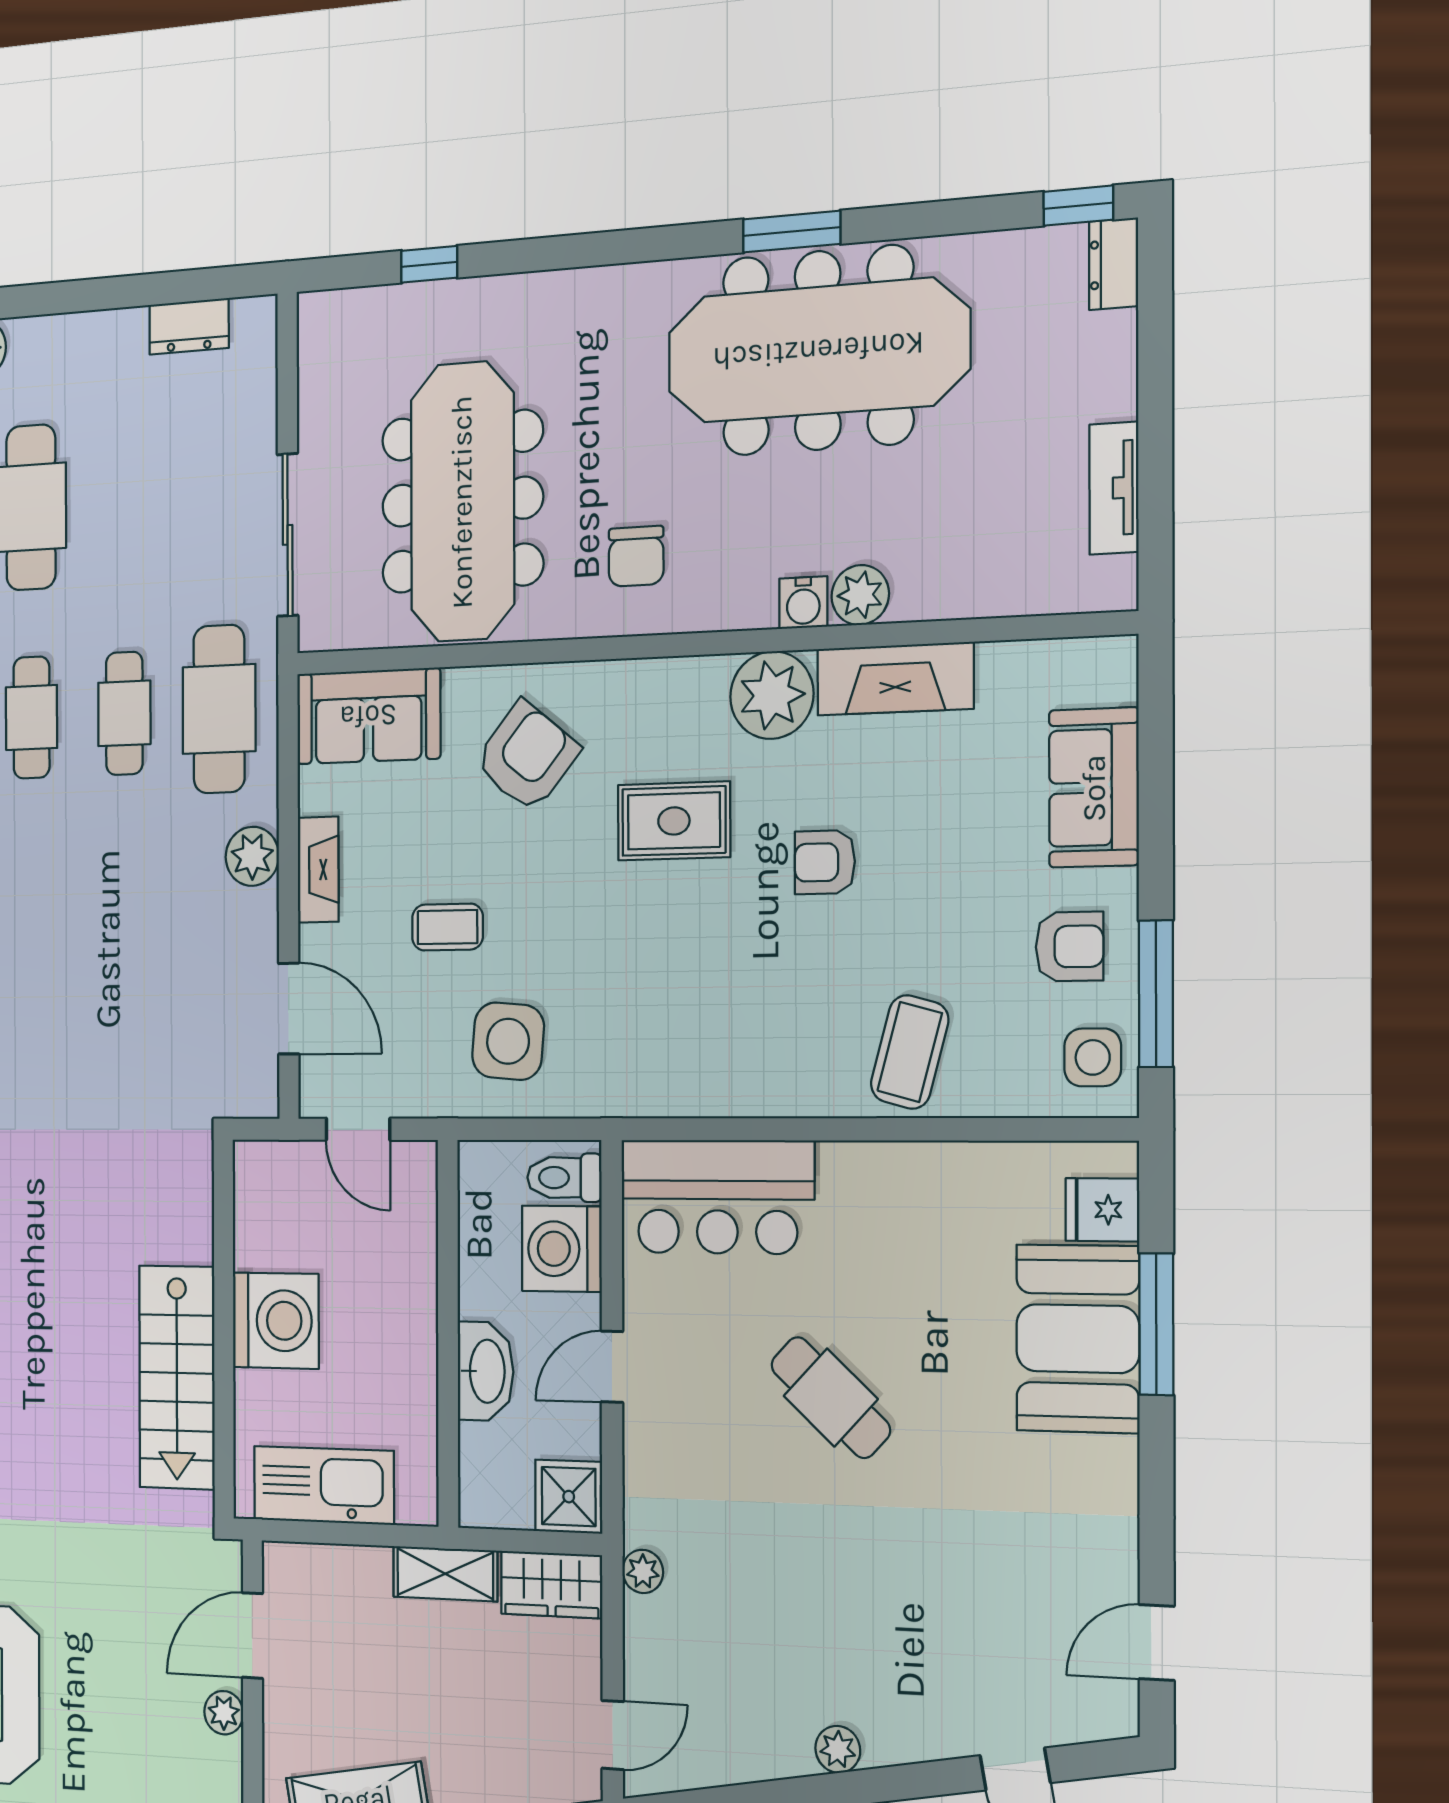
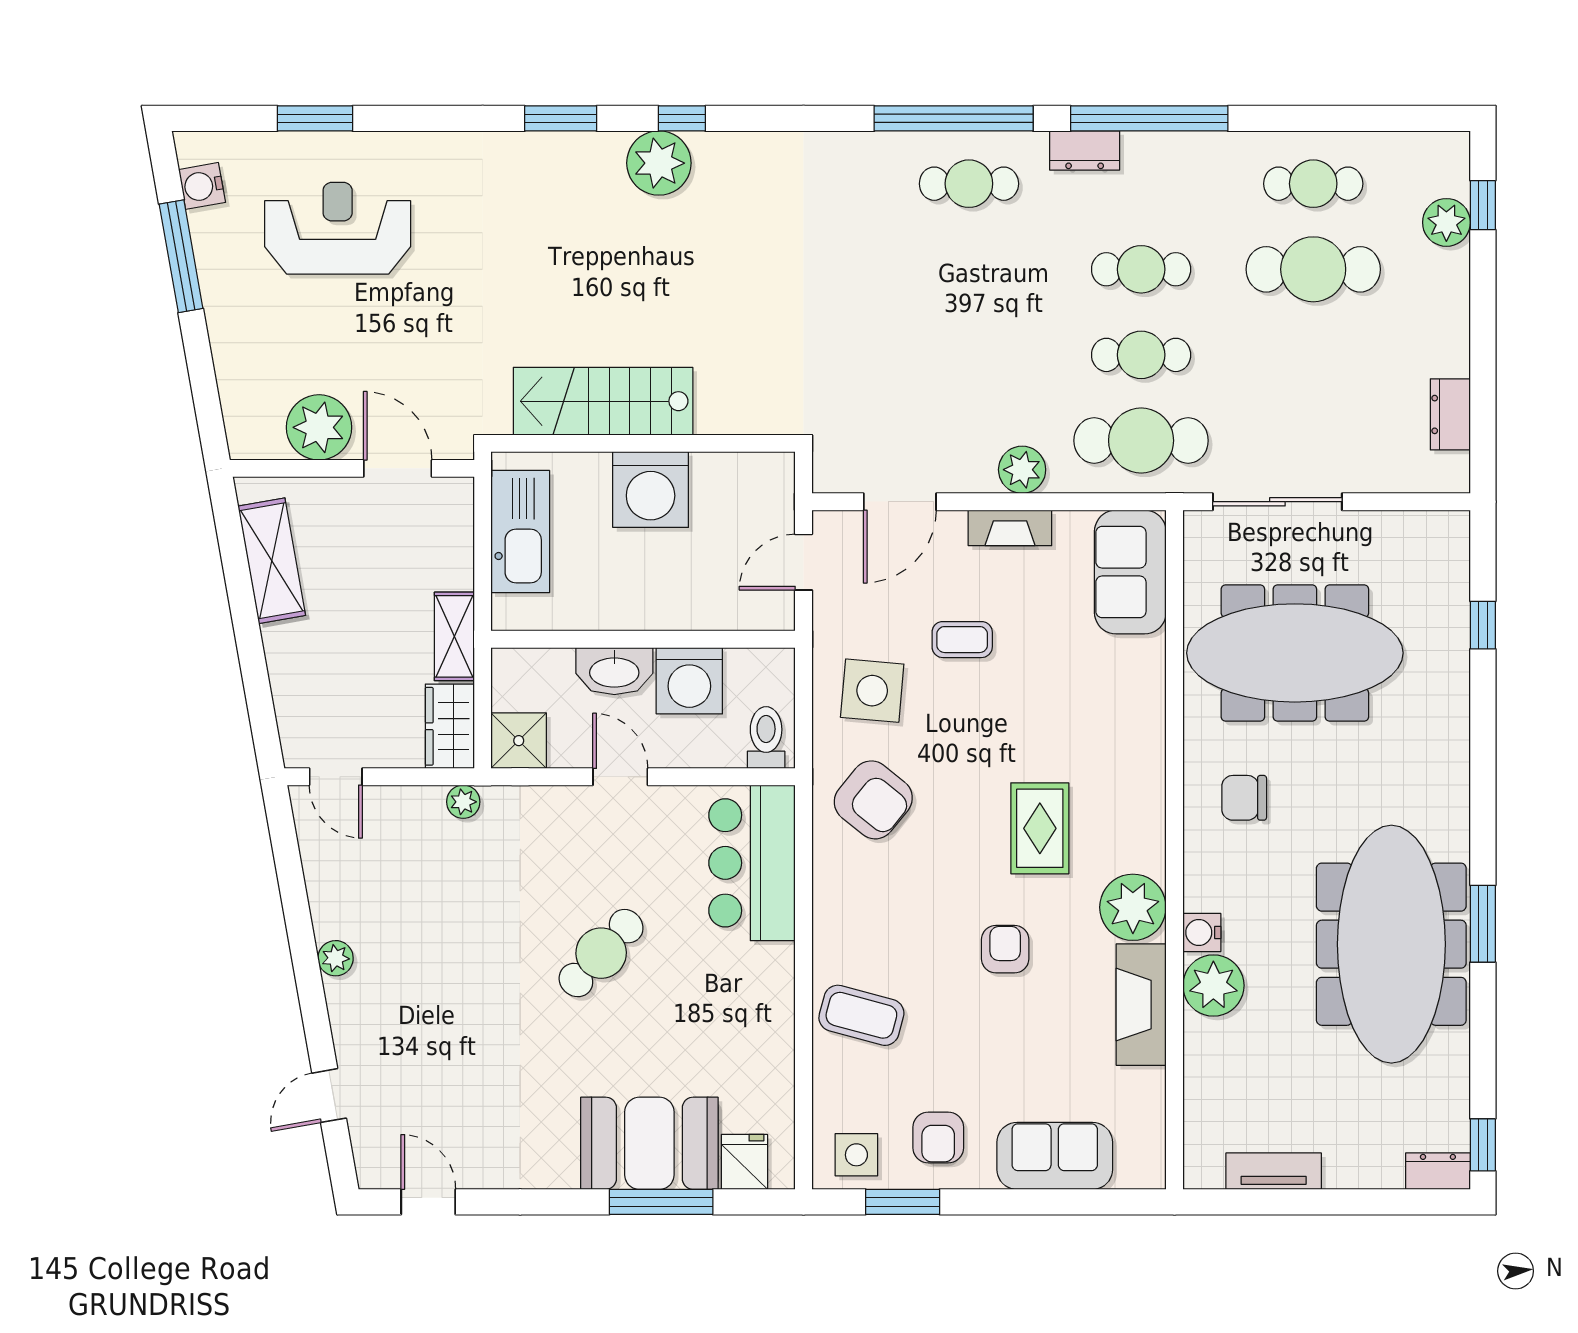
plant: (860, 595) -> (1213, 985), width x1.36, depth x1.36
armchair: (527, 756) -> (873, 800), moved
coffee table: (447, 927) -> (962, 640), turned 90
window: (1156, 994) -> (903, 1202), width x0.69
washing machine: (562, 1249) -> (689, 681), moved, turned 180
plant: (224, 1713) -> (319, 427), width x1.87, depth x1.87

